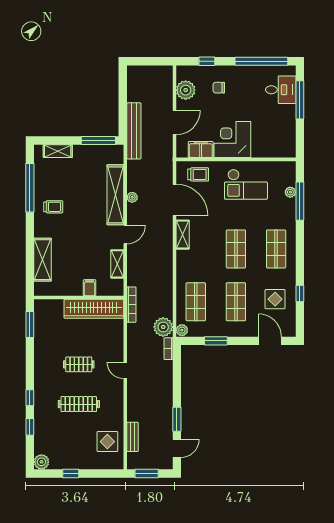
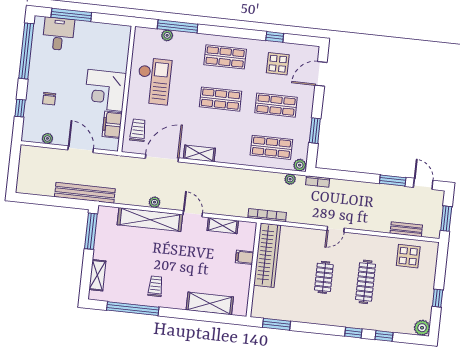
plant: (186, 90) -> (47, 138), width x0.53, depth x0.53
plant: (163, 327) -> (290, 179), width x0.53, depth x0.53

